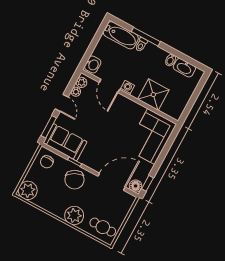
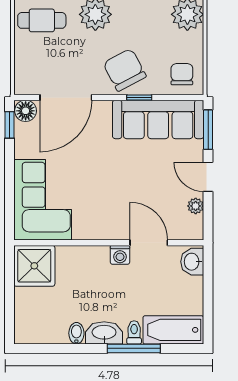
washbasin: (184, 68) -> (104, 333), moved
plant: (81, 82) -> (195, 225), removed
shower: (153, 95) -> (34, 266), moved
sofa: (65, 142) -> (158, 119), width x1.36

